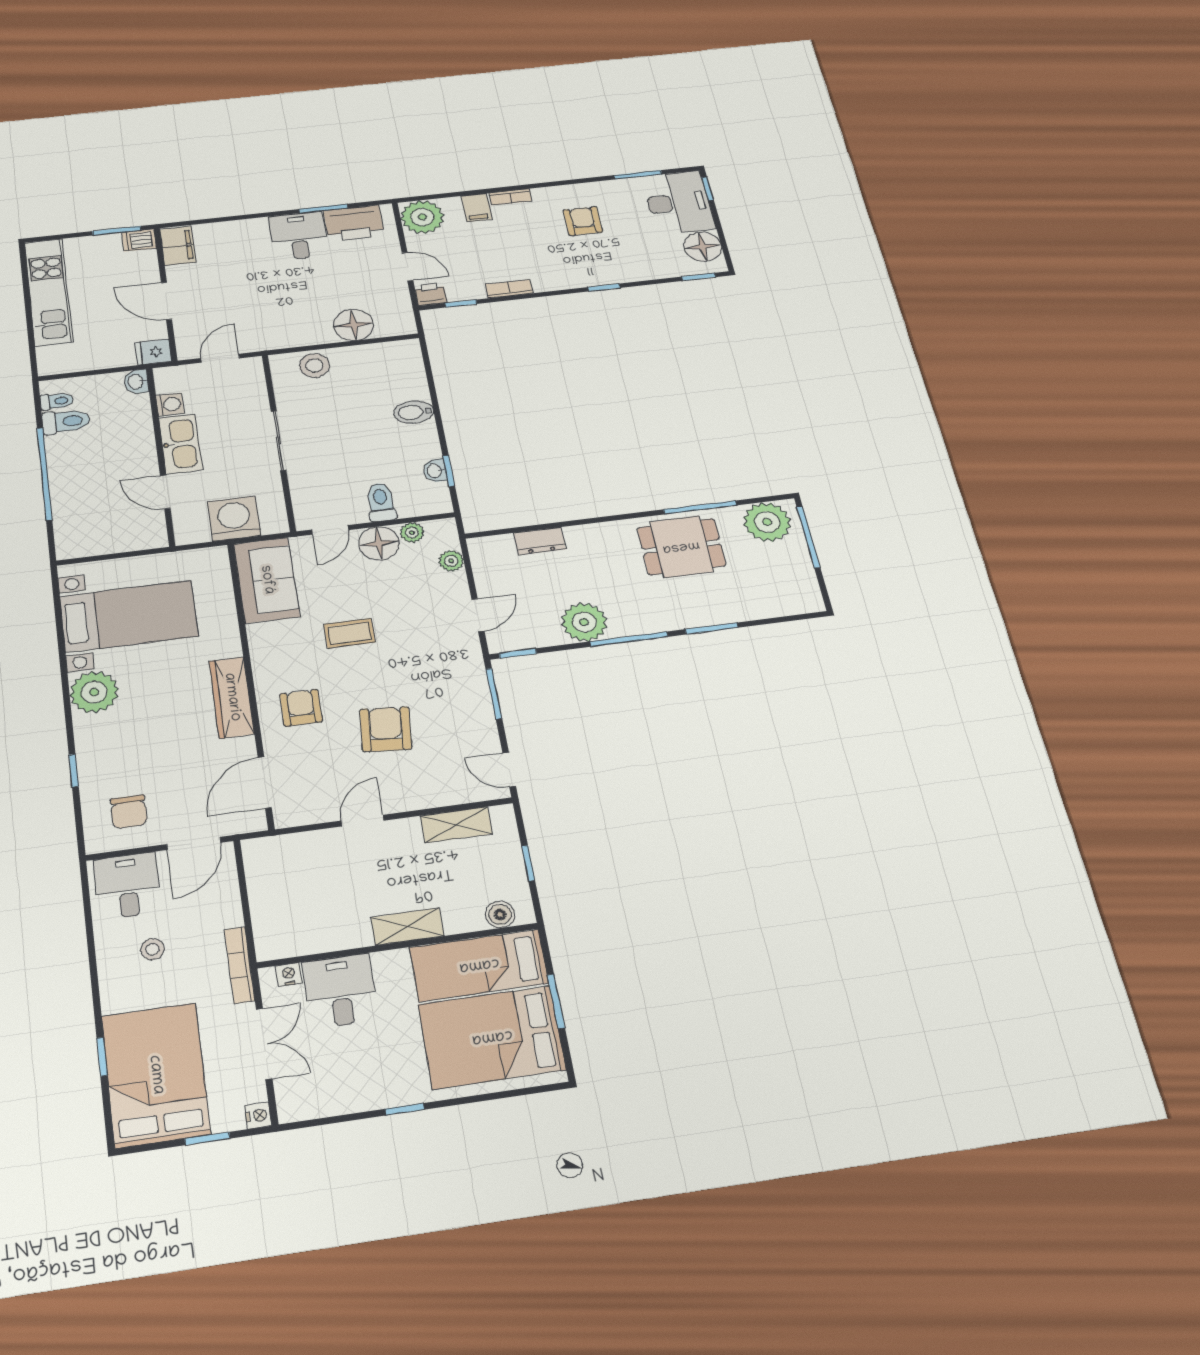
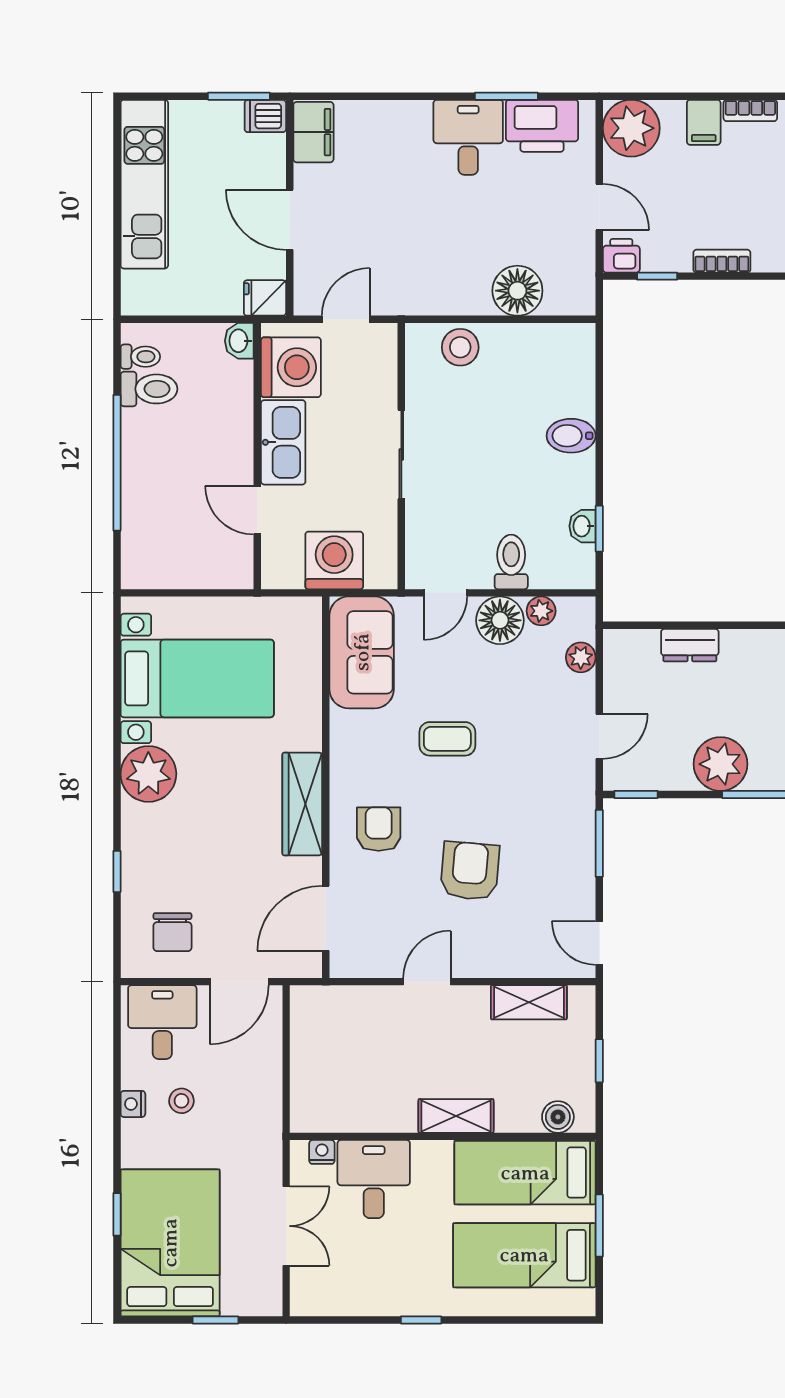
washing machine: (170, 404) -> (291, 367), width x1.89, depth x1.89
bookcase: (240, 965) -> (271, 1133), removed
bed: (492, 1037) -> (524, 1255), width x0.67
nightstand: (258, 1115) -> (133, 1104), moved, turned 180

